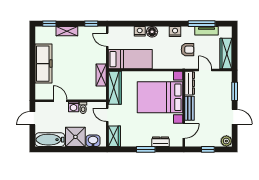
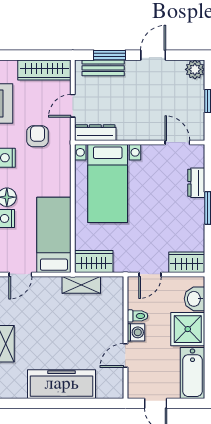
wardrobe: (115, 88) -> (94, 261), width x0.67
bed with nightstands: (160, 97) -> (108, 184), width x0.73
bench: (190, 108) -> (103, 68), moved

